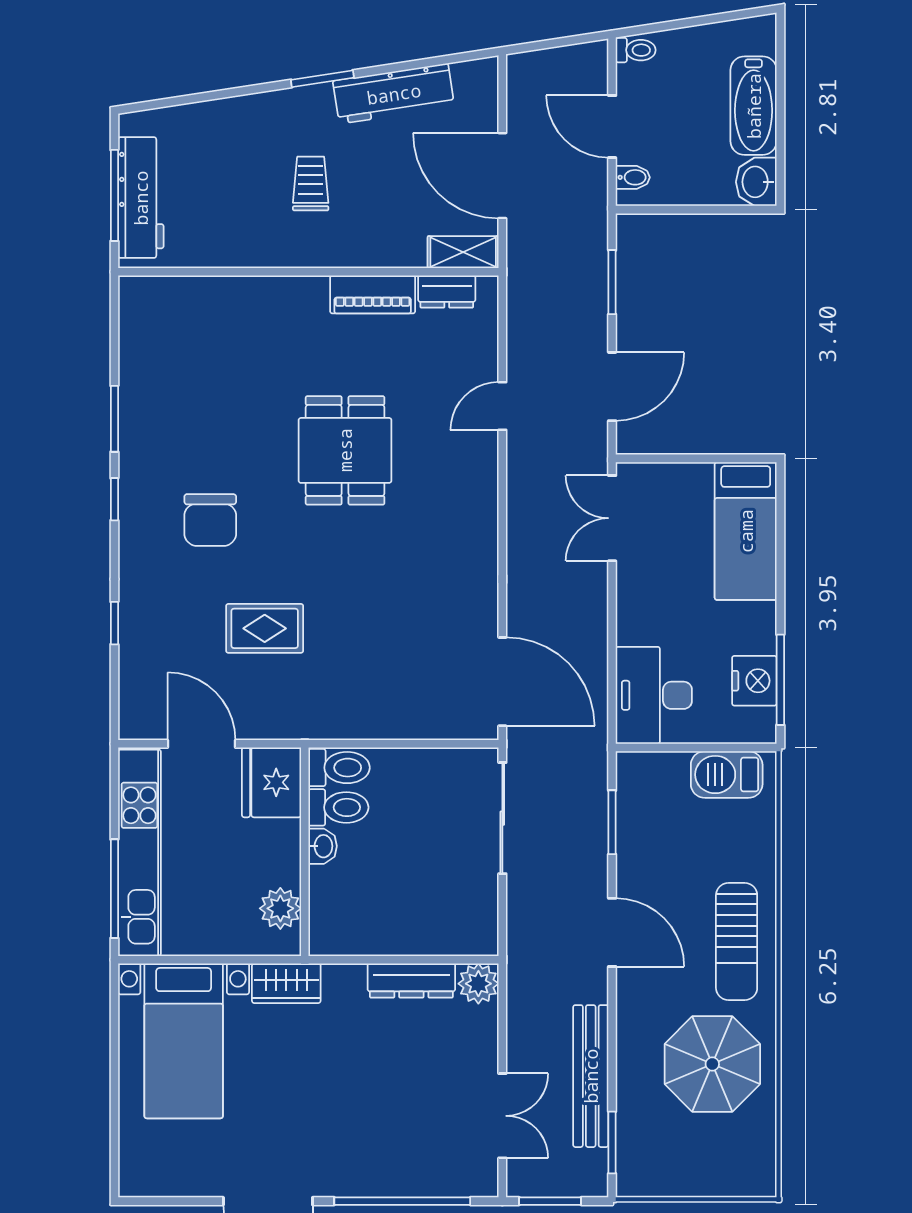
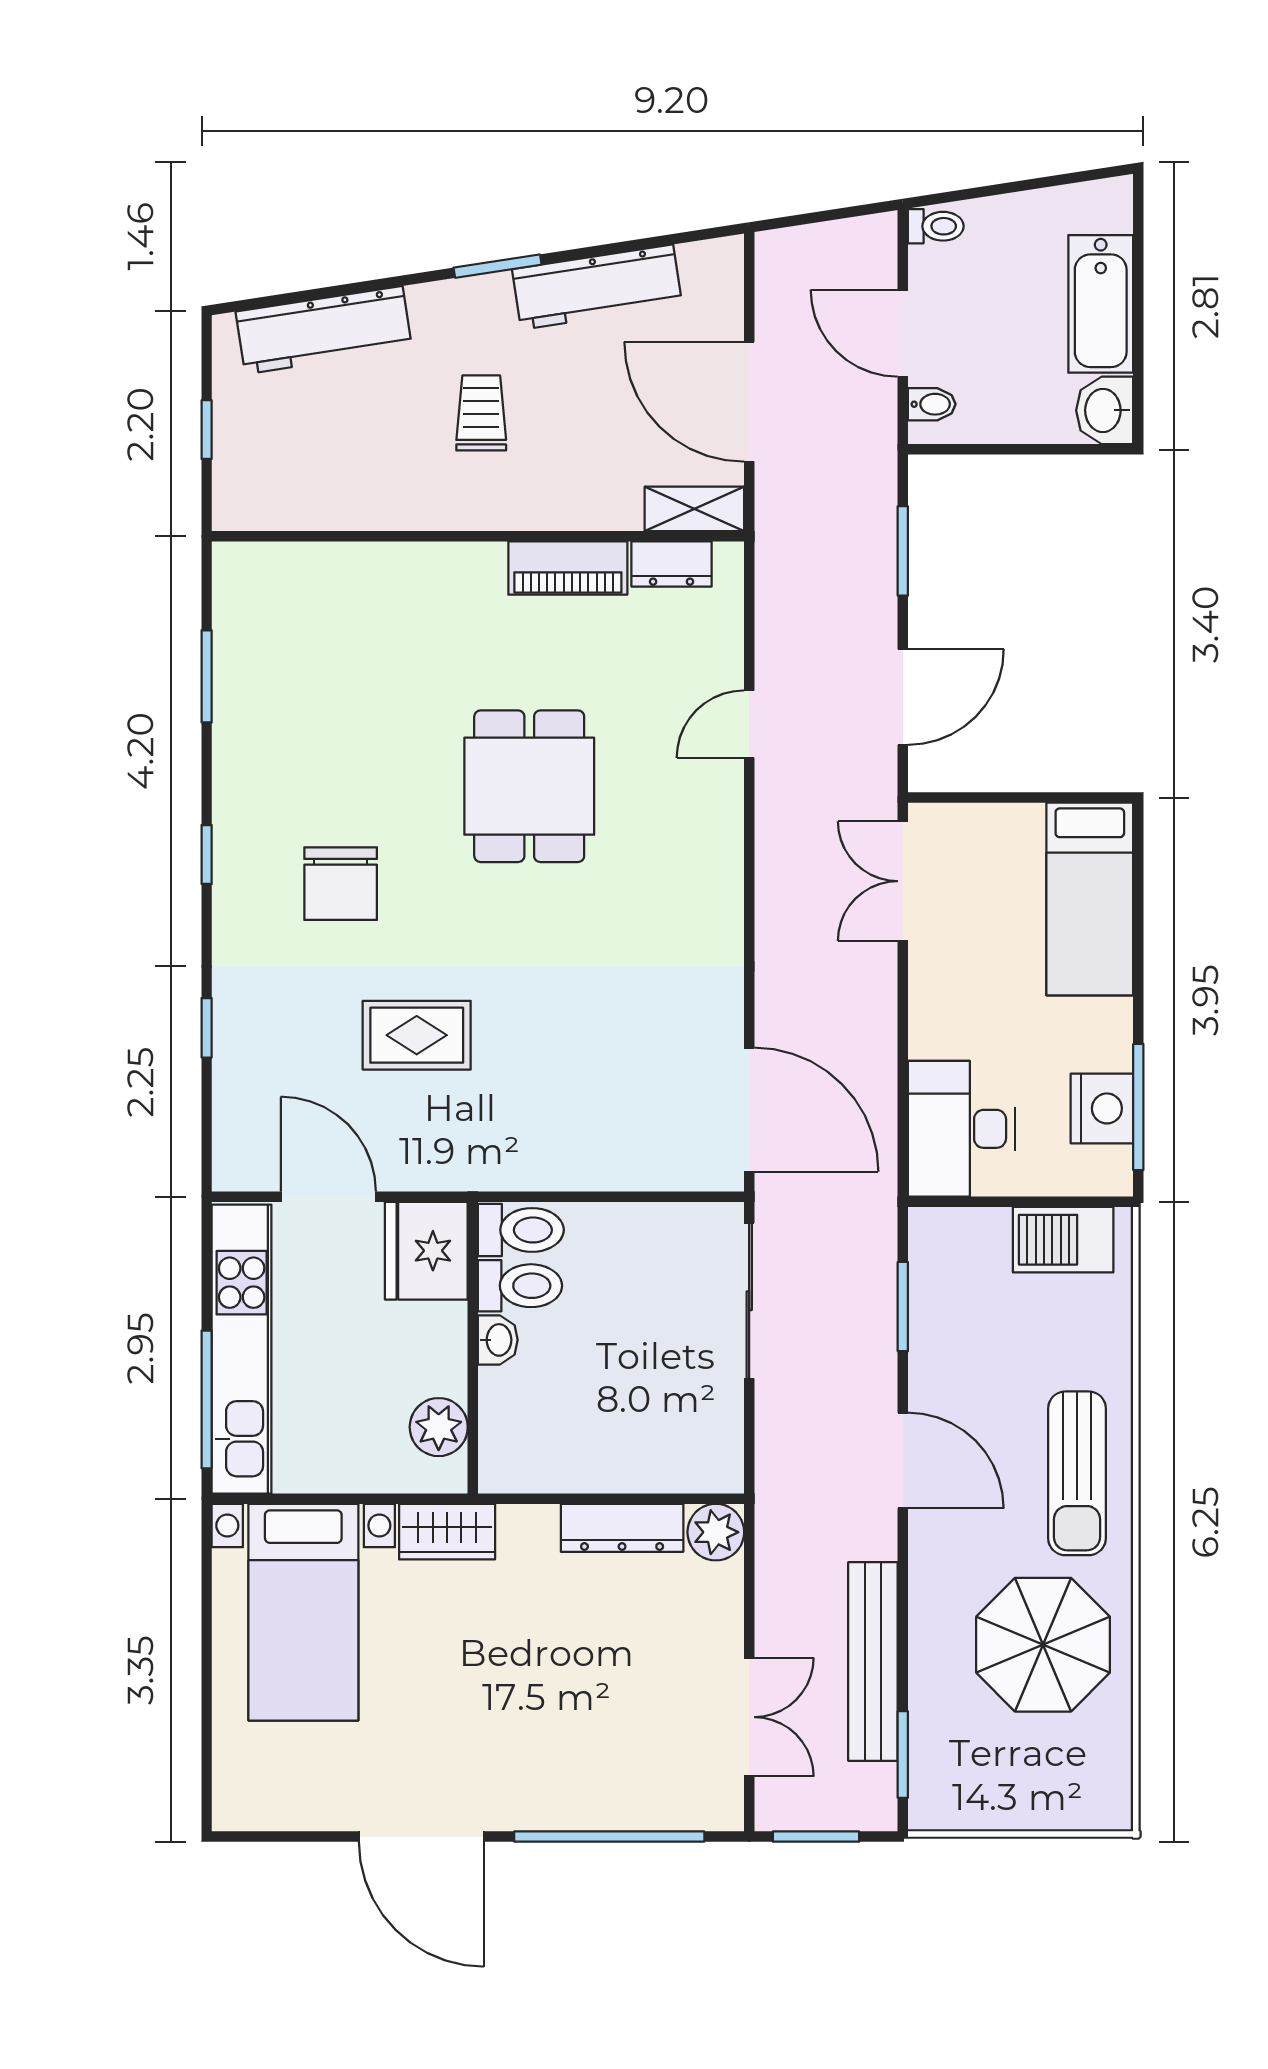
window: (114, 195) -> (207, 430), width x0.46
workbench: (141, 198) -> (324, 330), moved, turned 81
window: (114, 419) -> (207, 676), moved

